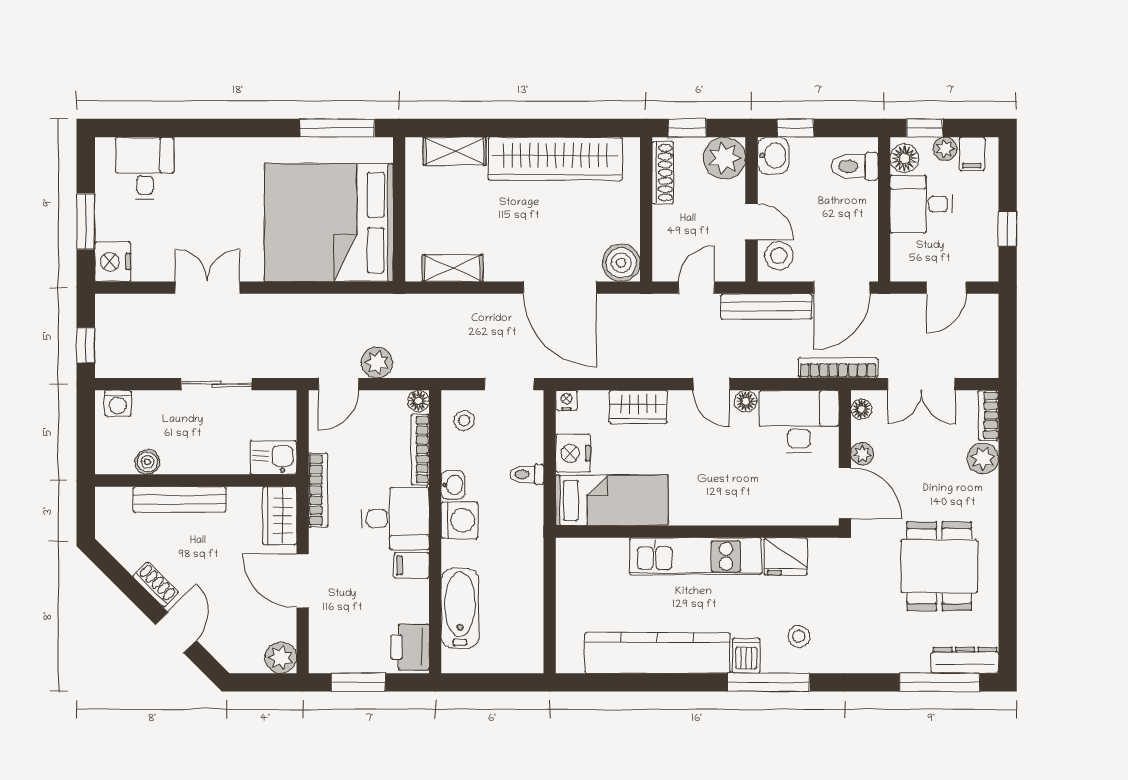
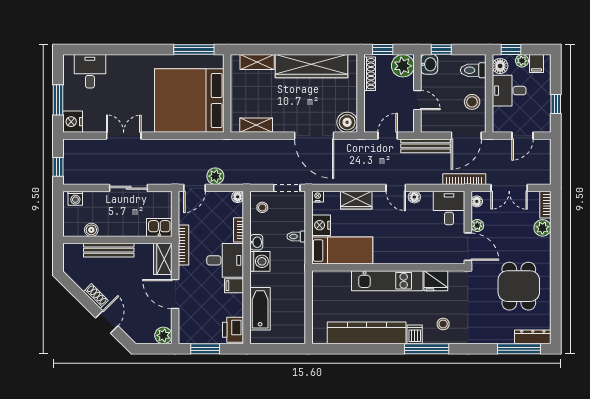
stool: (779, 256) -> (472, 102), moved
desk: (799, 421) -> (449, 208), width x0.73
bookcase: (420, 449) -> (239, 230), width x0.64

